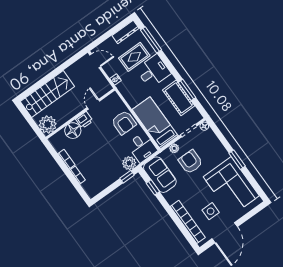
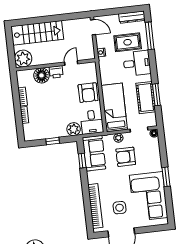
armchair: (190, 162) -> (126, 157), turned -90
window: (127, 177) -> (53, 141), moved

